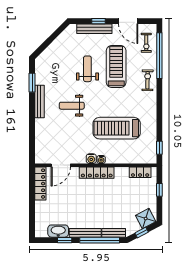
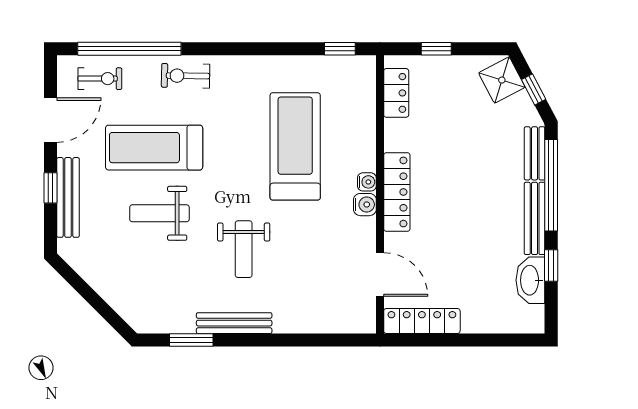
treadmill: (117, 128) -> (295, 146), turned 180

